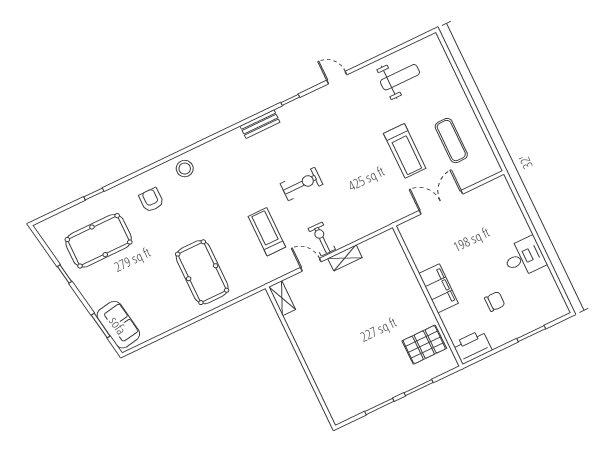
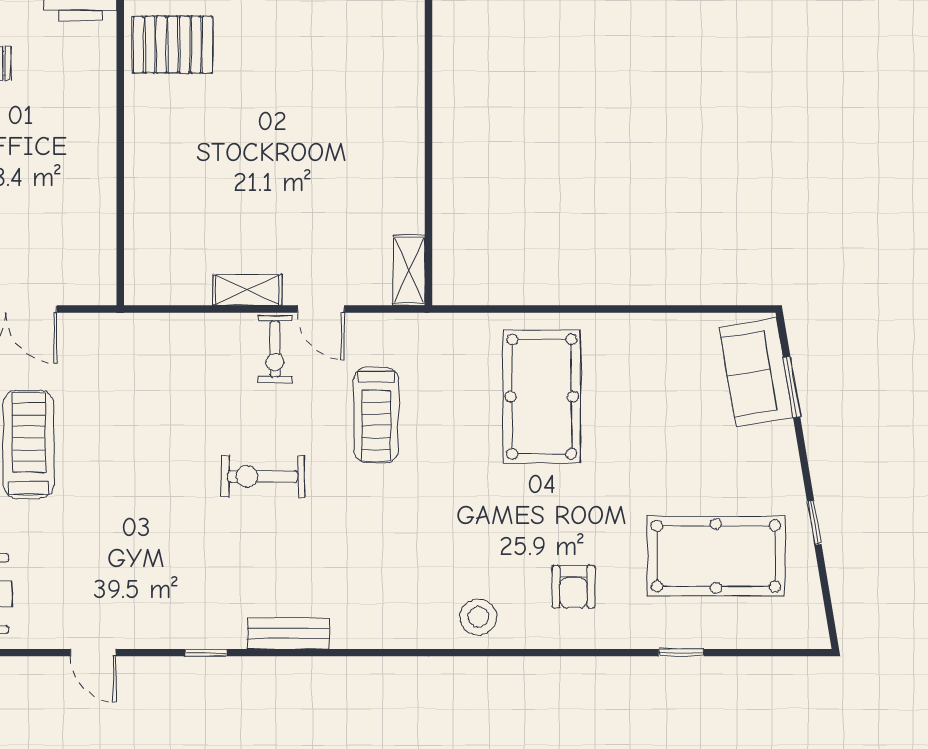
filing cabinet: (438, 288) -> (92, 142), removed

